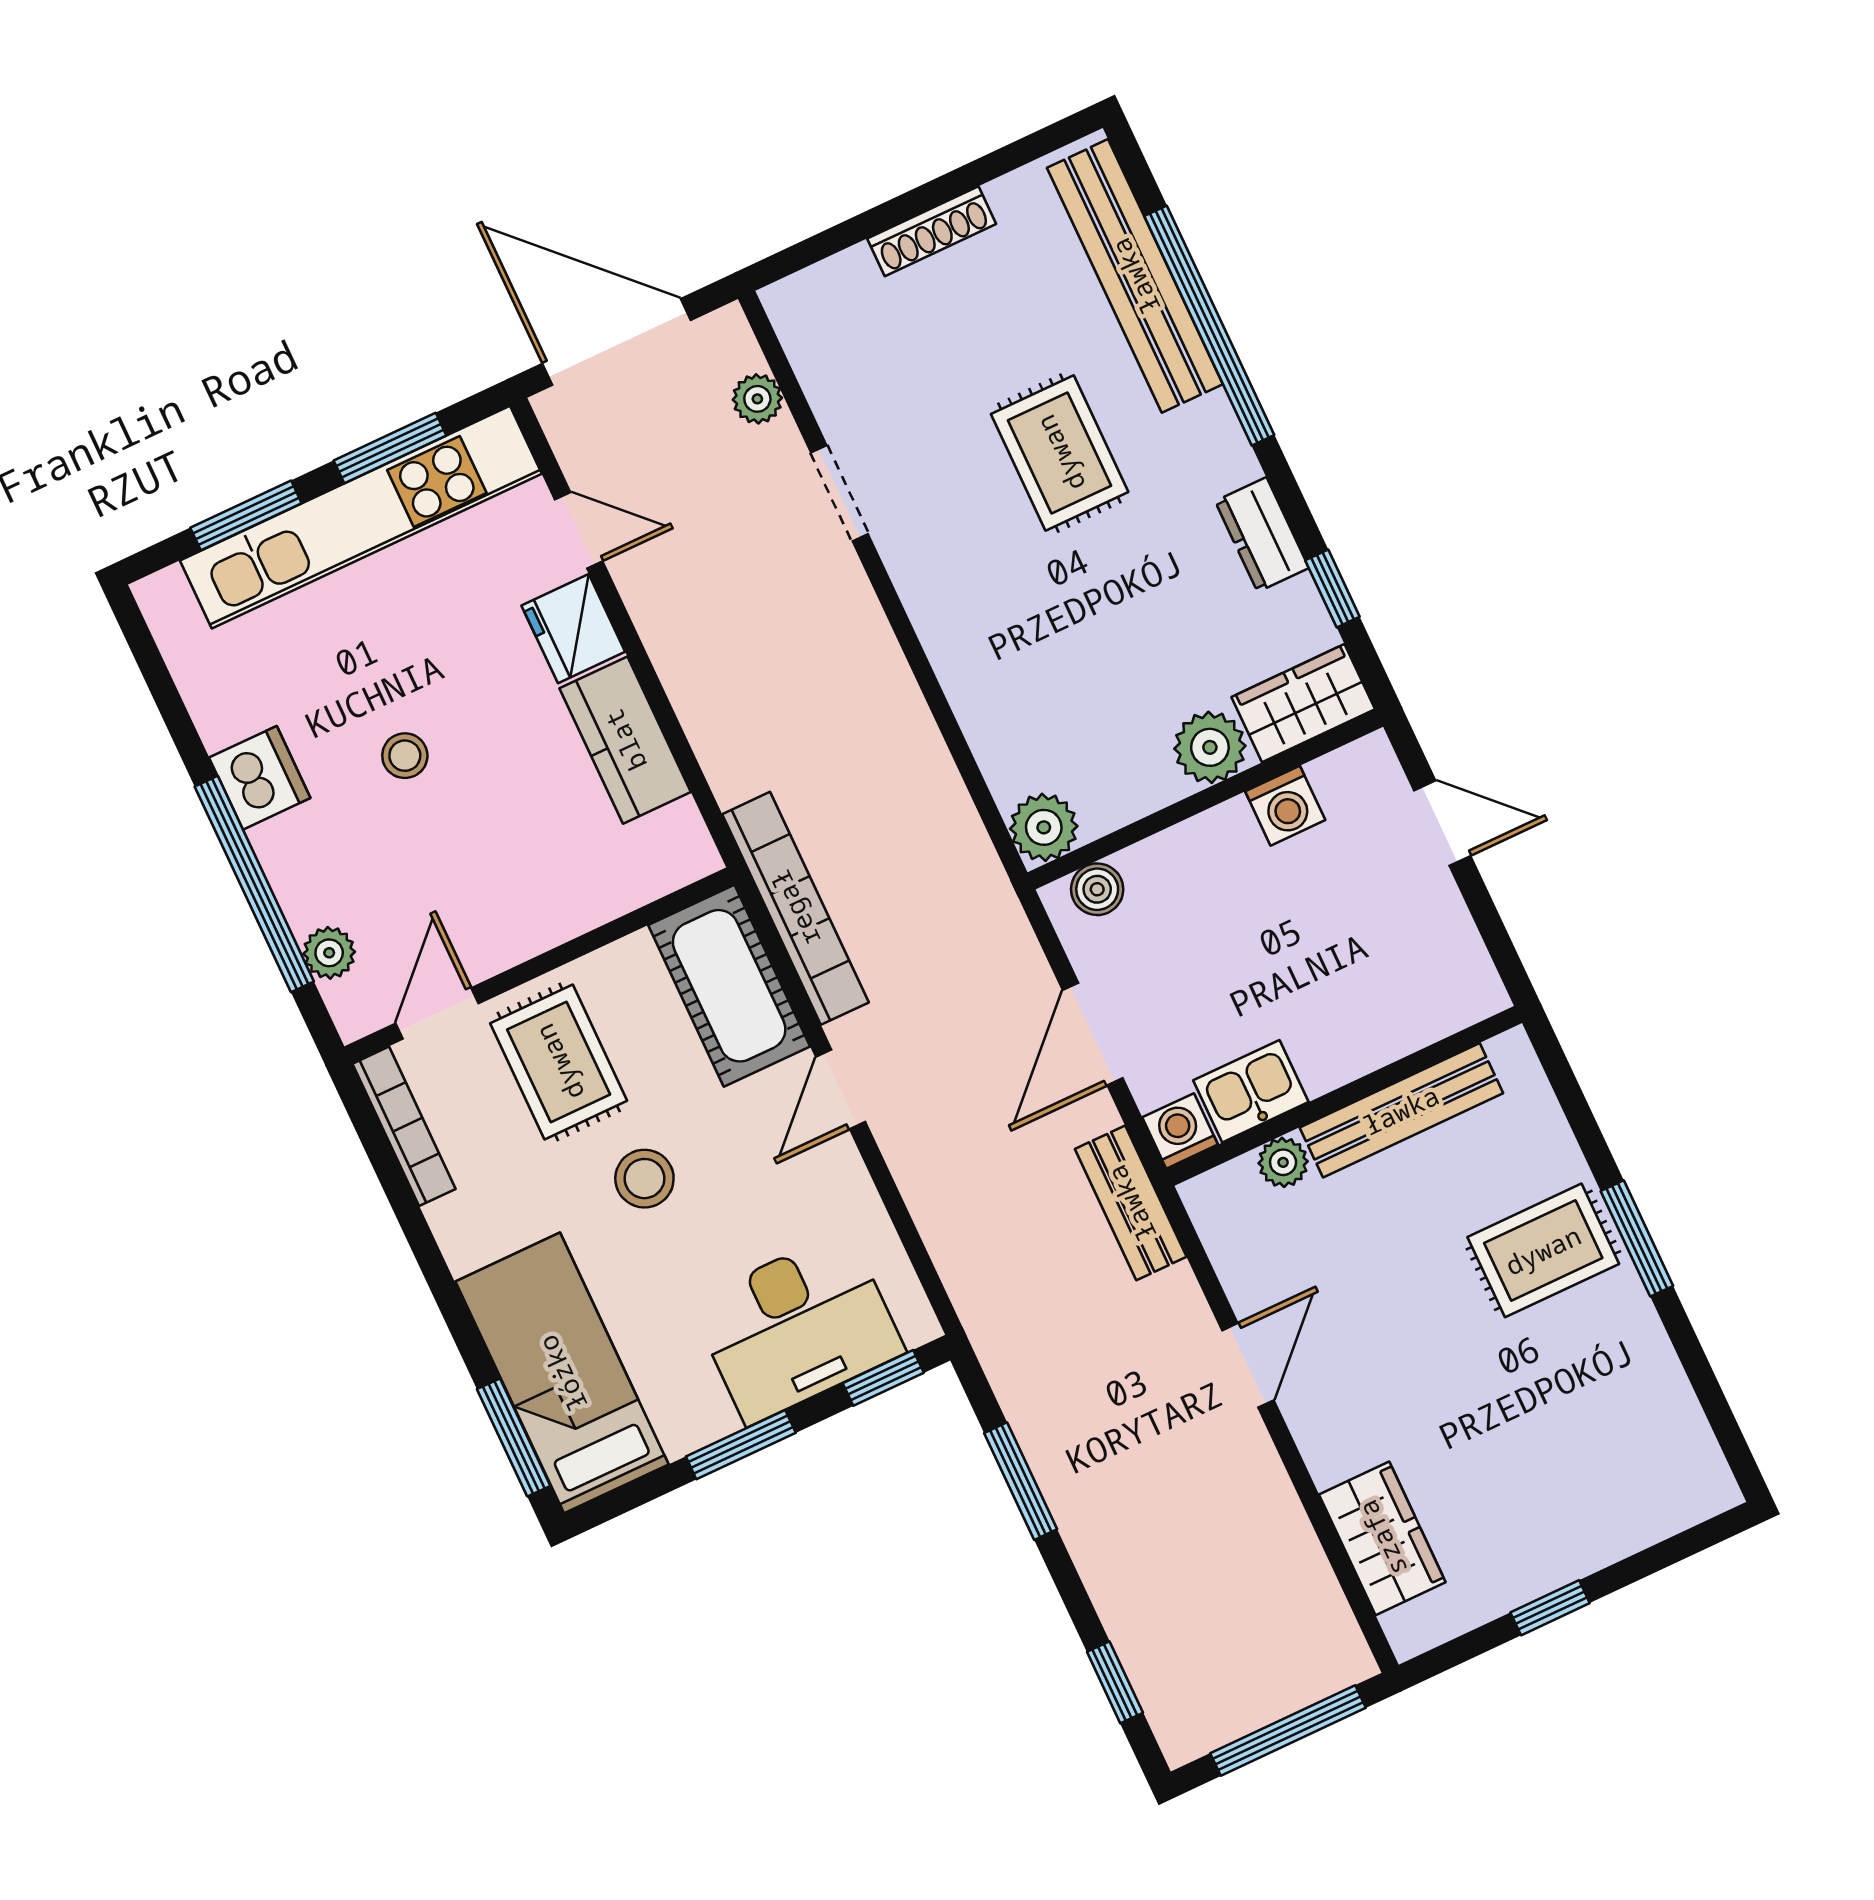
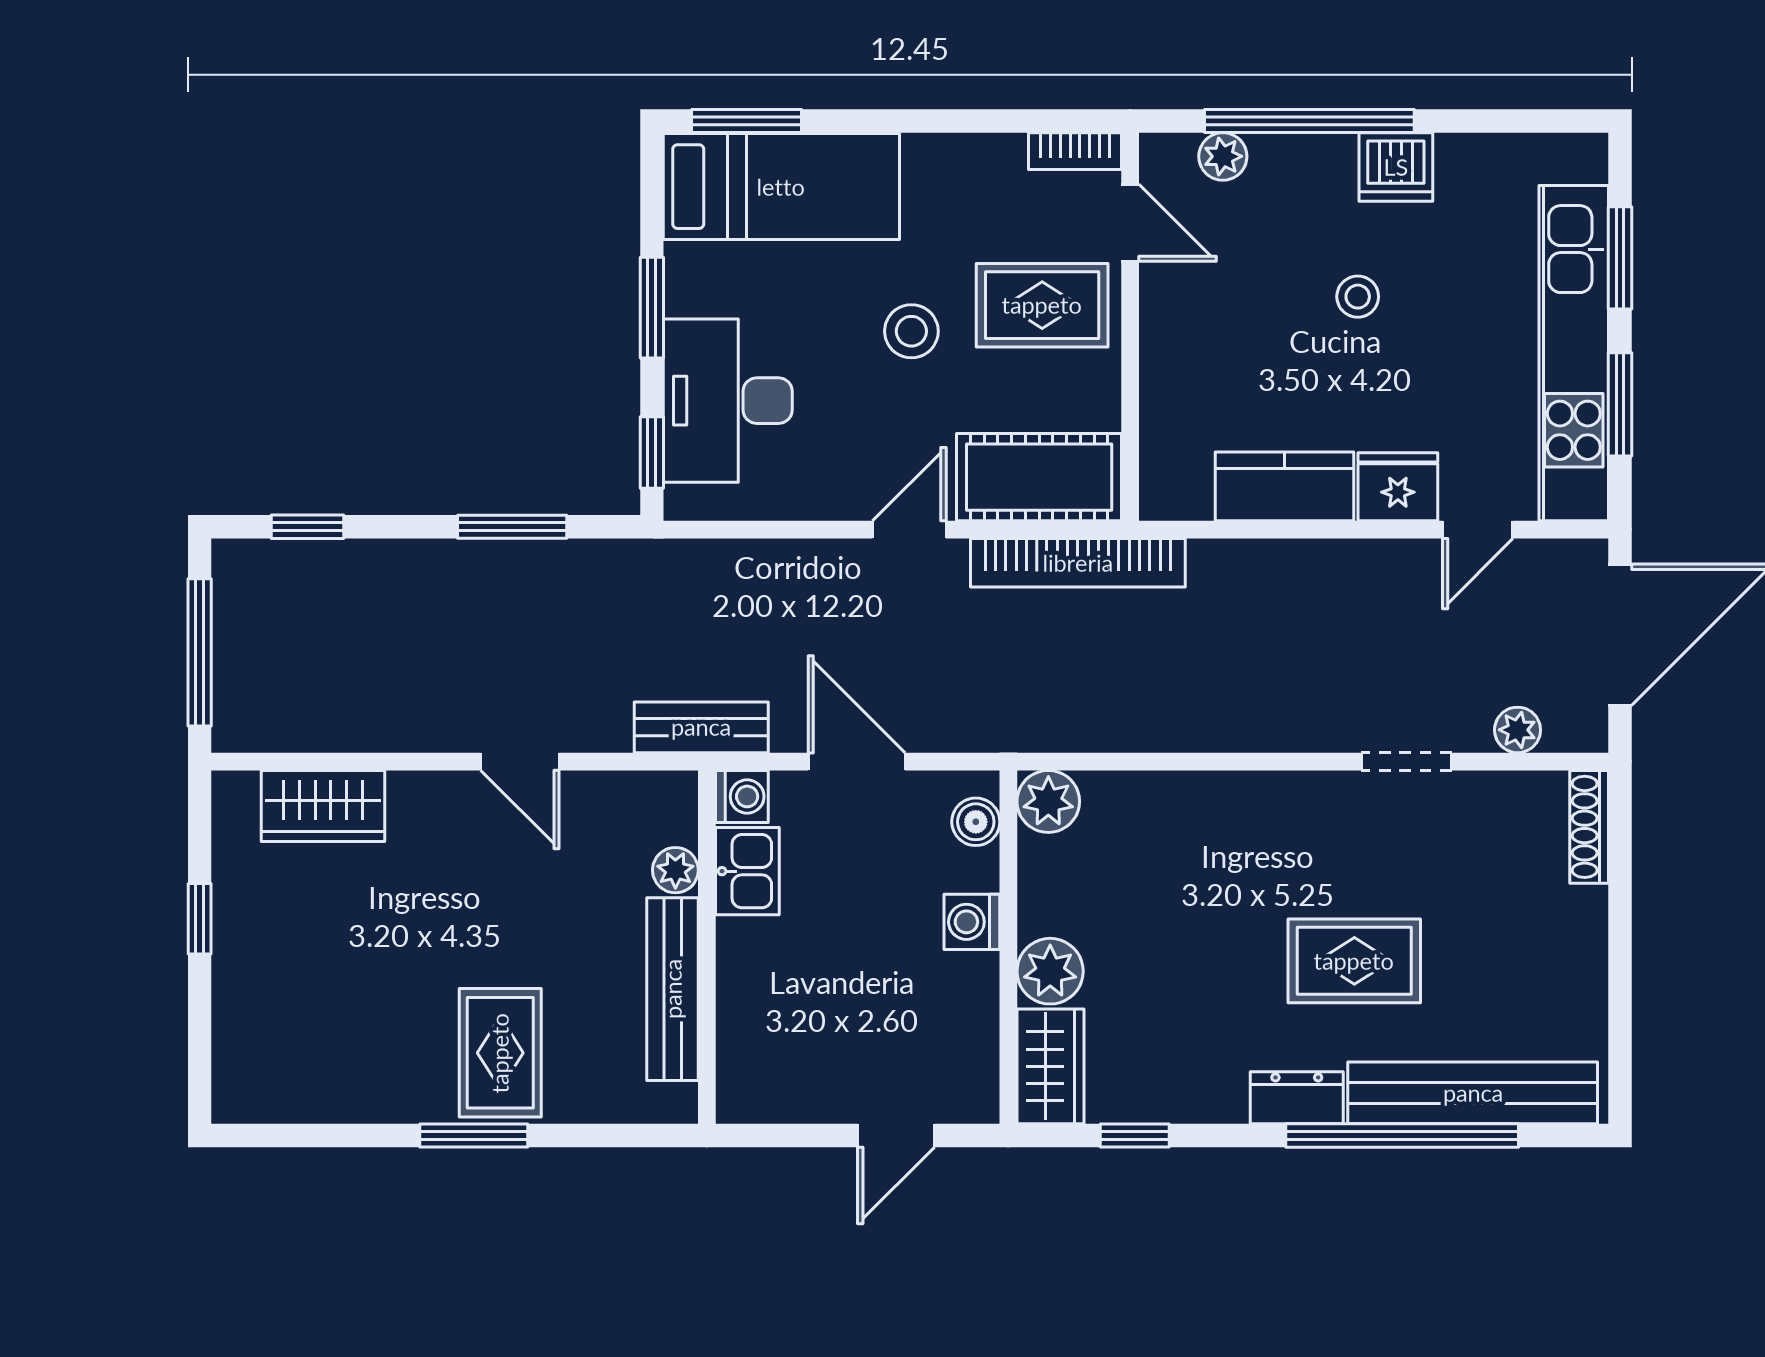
shoe rack: (932, 231) -> (1589, 827), moved
dresser: (1262, 535) -> (1297, 1098), moved
washing machine: (1285, 806) -> (972, 922), moved
door: (841, 1089) -> (909, 530), hinge flipped
bookcase: (404, 1126) -> (1075, 151), width x0.64

